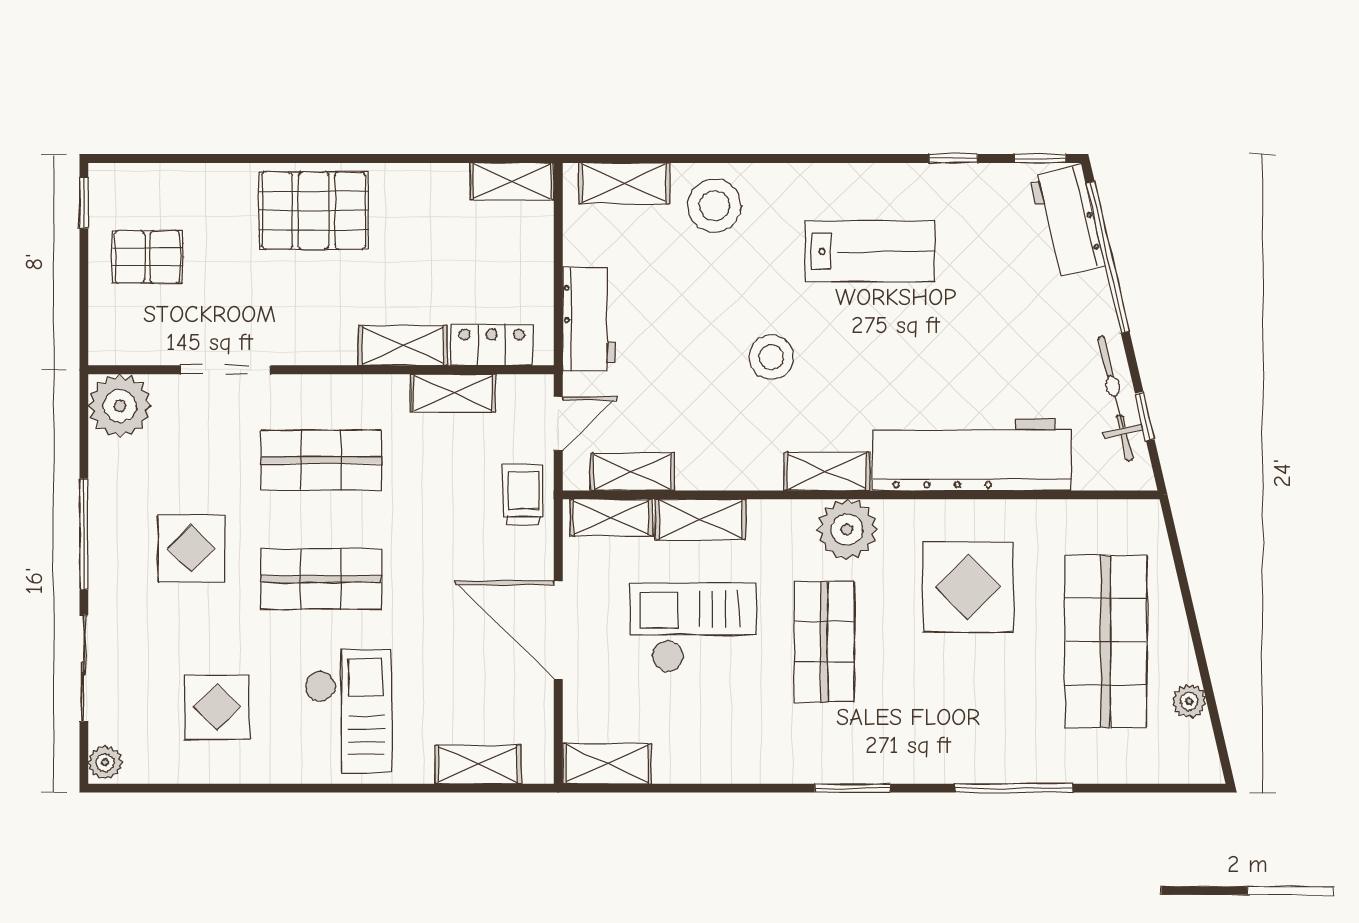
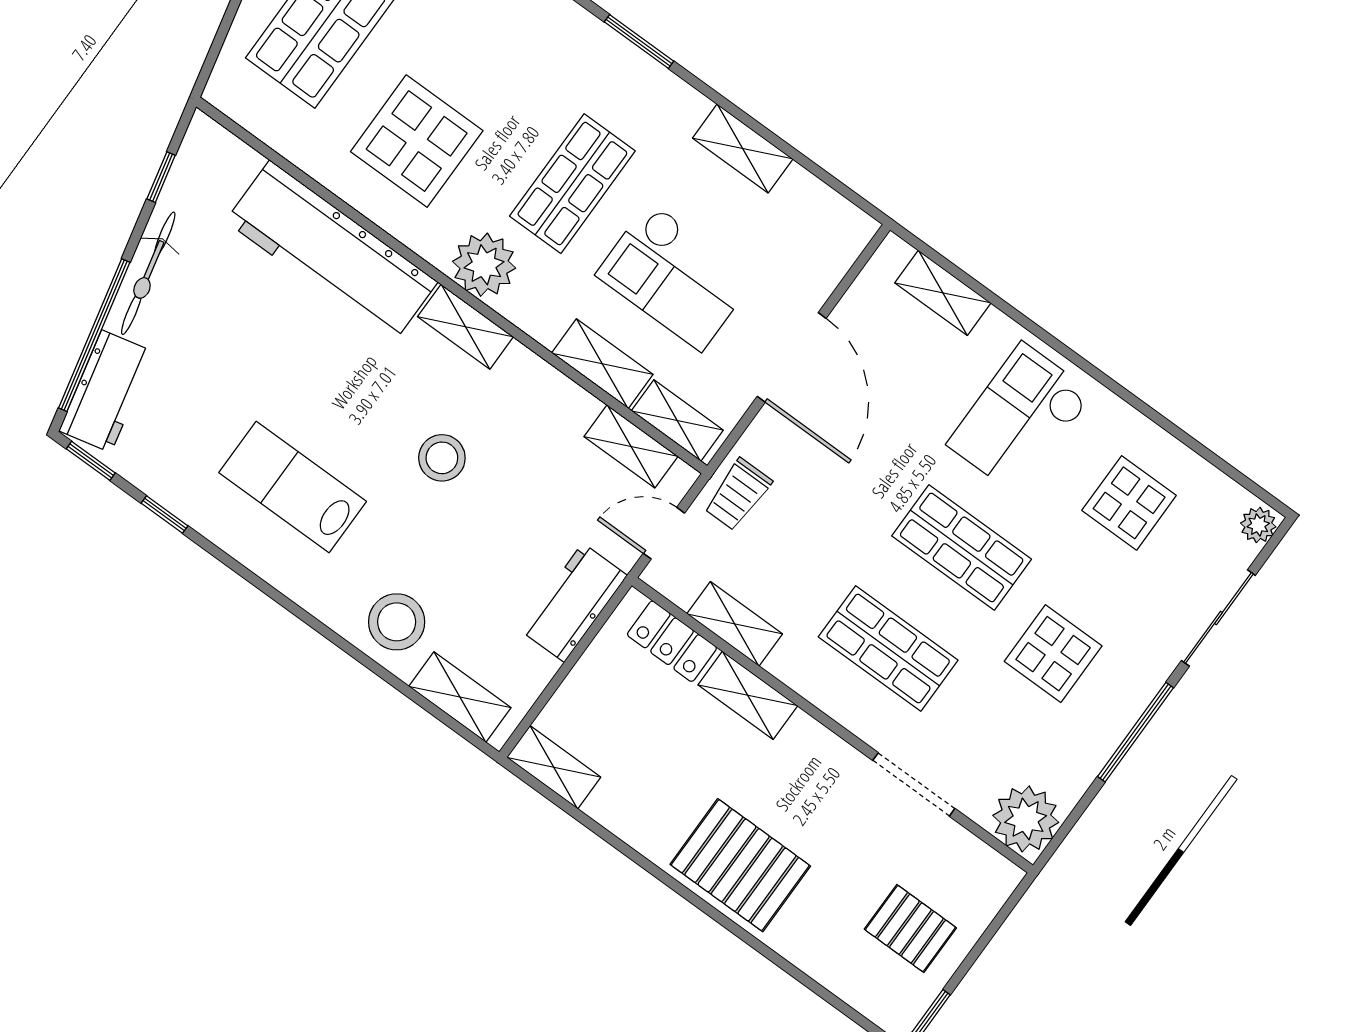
bicycle: (1116, 398) -> (148, 273), moved
shelving: (607, 764) -> (743, 149), moved

